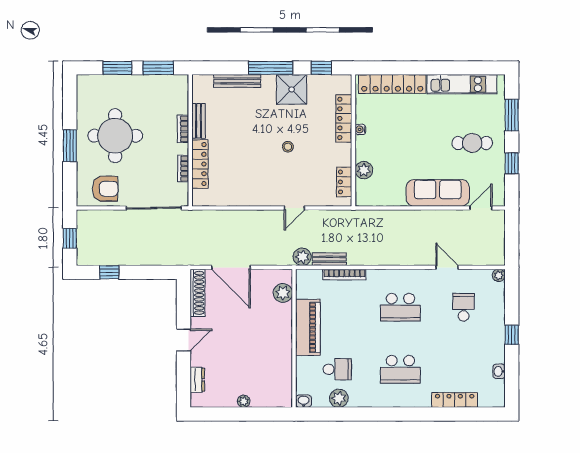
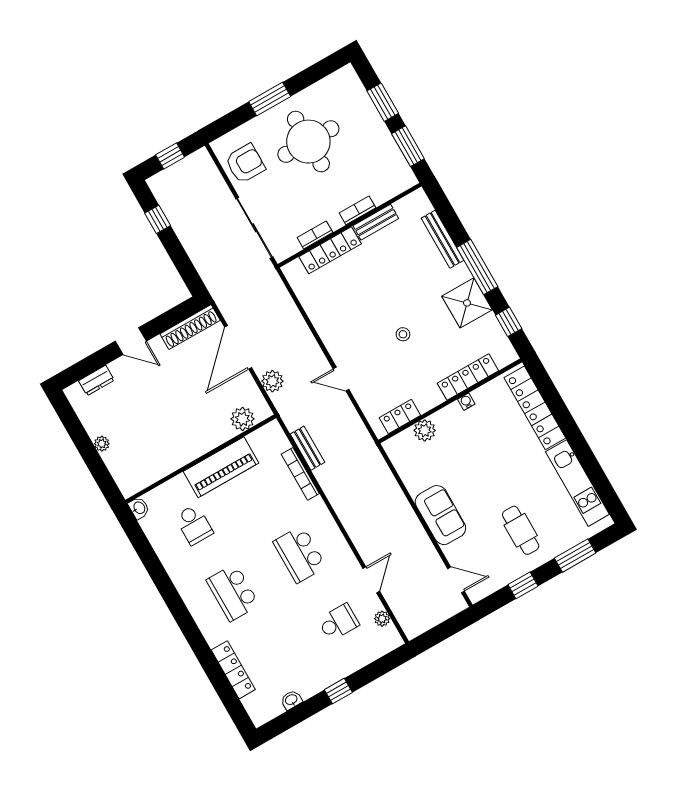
armchair: (105, 189) -> (245, 163), turned -90
sofa: (438, 193) -> (440, 515), width x0.73
plant: (302, 257) -> (272, 381), moved
plant: (499, 275) -> (382, 619), moved
plant: (339, 398) -> (164, 544), removed

